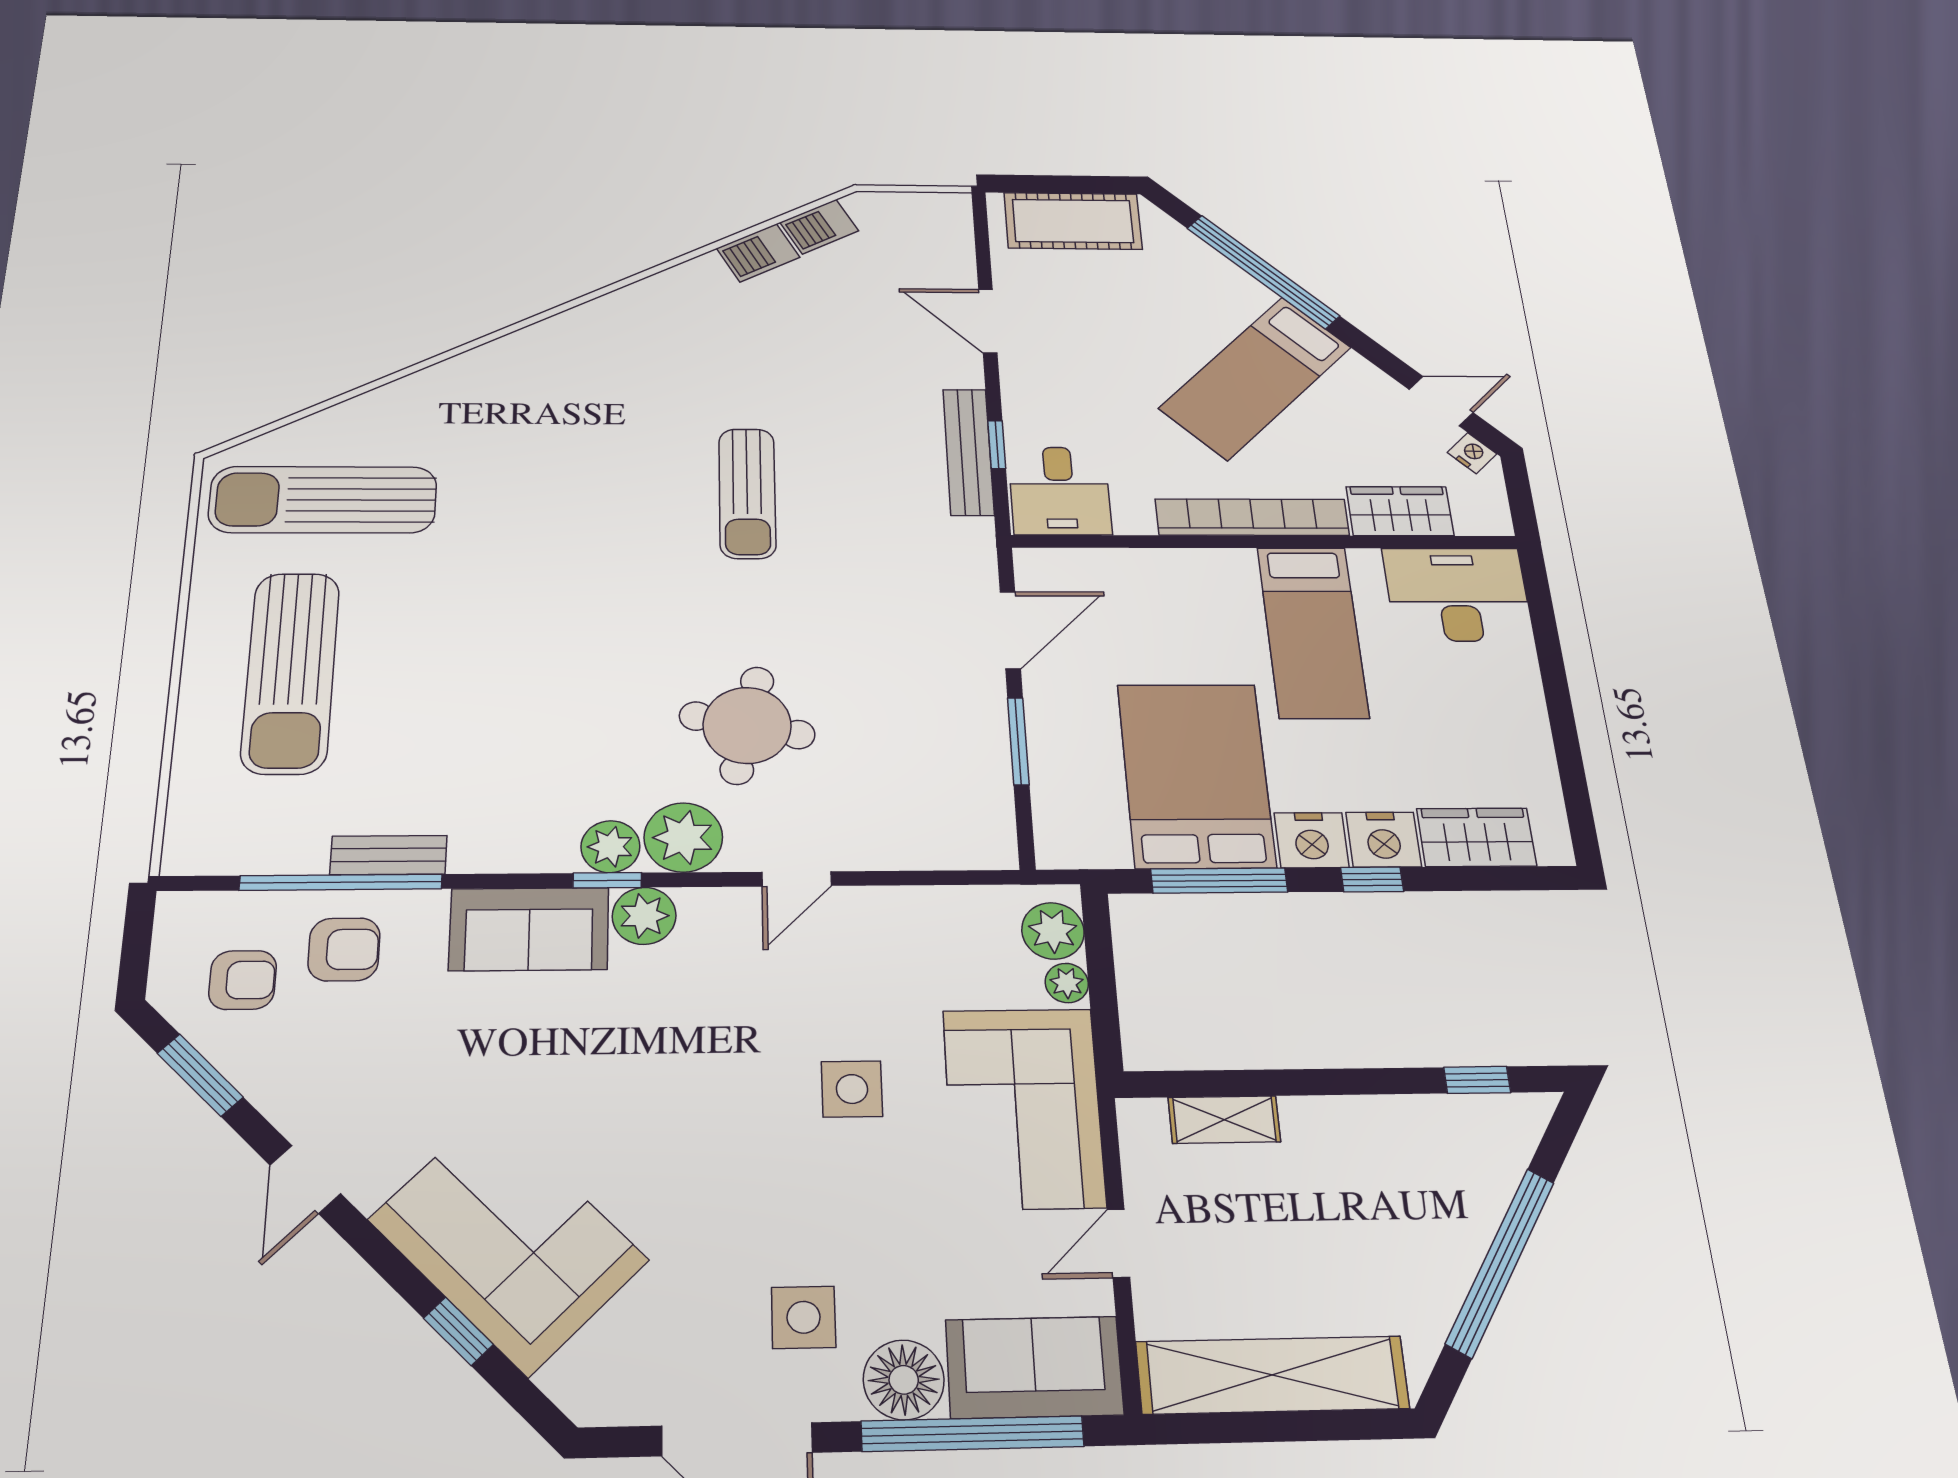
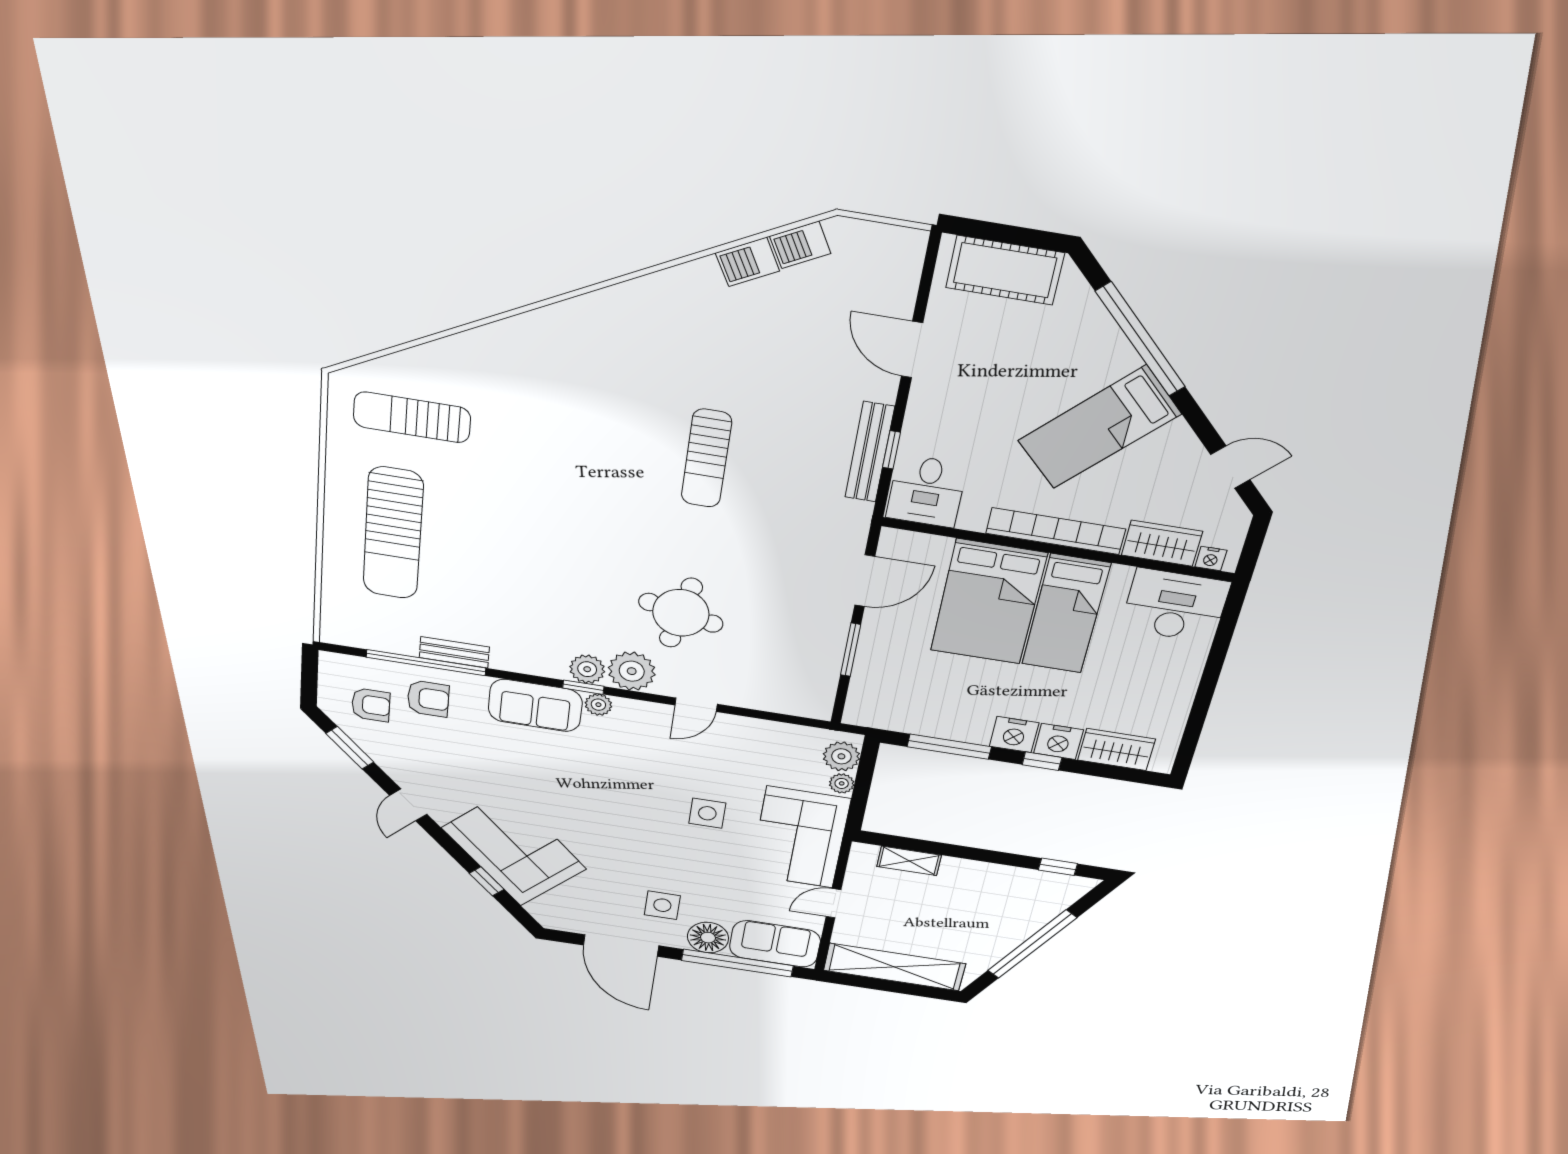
nightstand: (1472, 453) -> (1211, 558), moved, turned 135
sun lounger: (323, 500) -> (412, 417), width x0.73, depth x0.75
bed: (1196, 775) -> (988, 602), moved, turned 180
plant: (644, 916) -> (598, 705), width x0.73, depth x0.73

